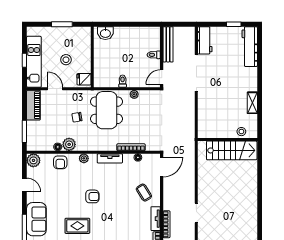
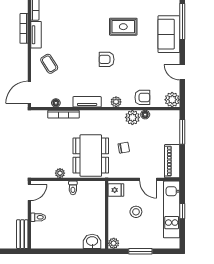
plant: (86, 31) -> (114, 243), added
bench: (168, 44) -> (22, 234), width x0.73
armchair: (60, 162) -> (142, 97), turned 90

